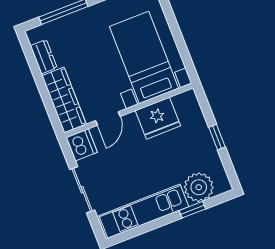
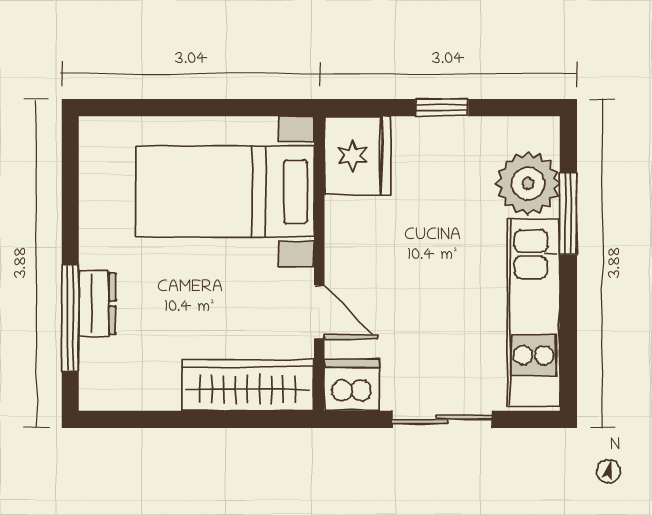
dresser: (44, 57) -> (97, 303), moved, turned 90
fridge: (158, 118) -> (358, 155), moved
window: (192, 210) -> (568, 214), width x1.50

